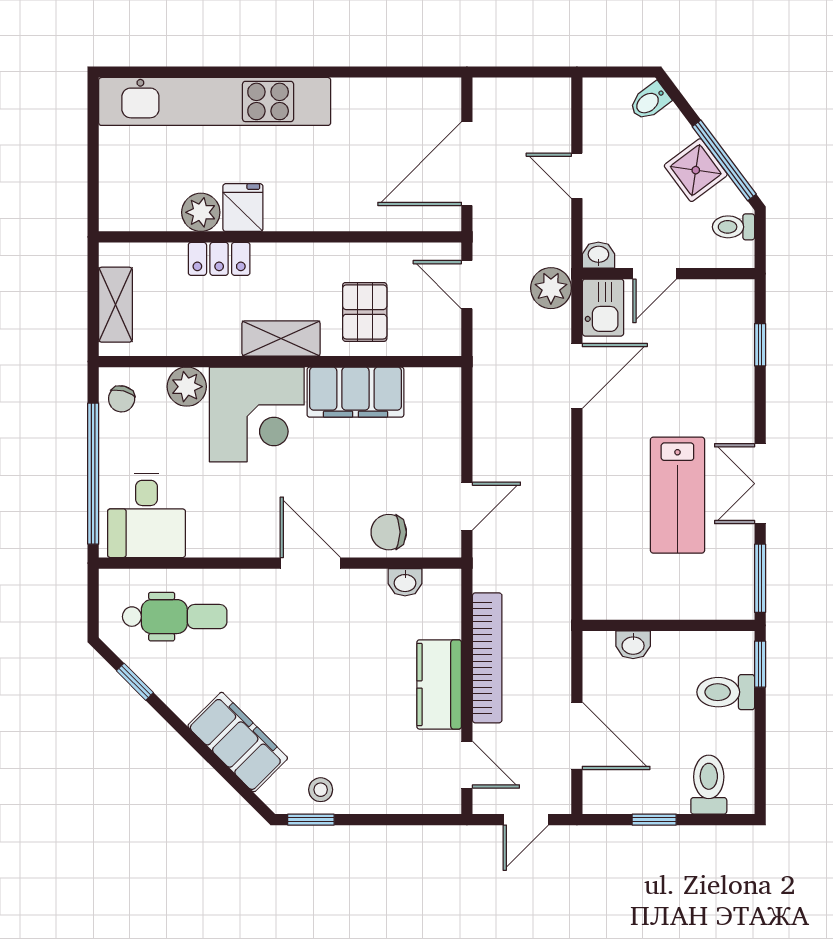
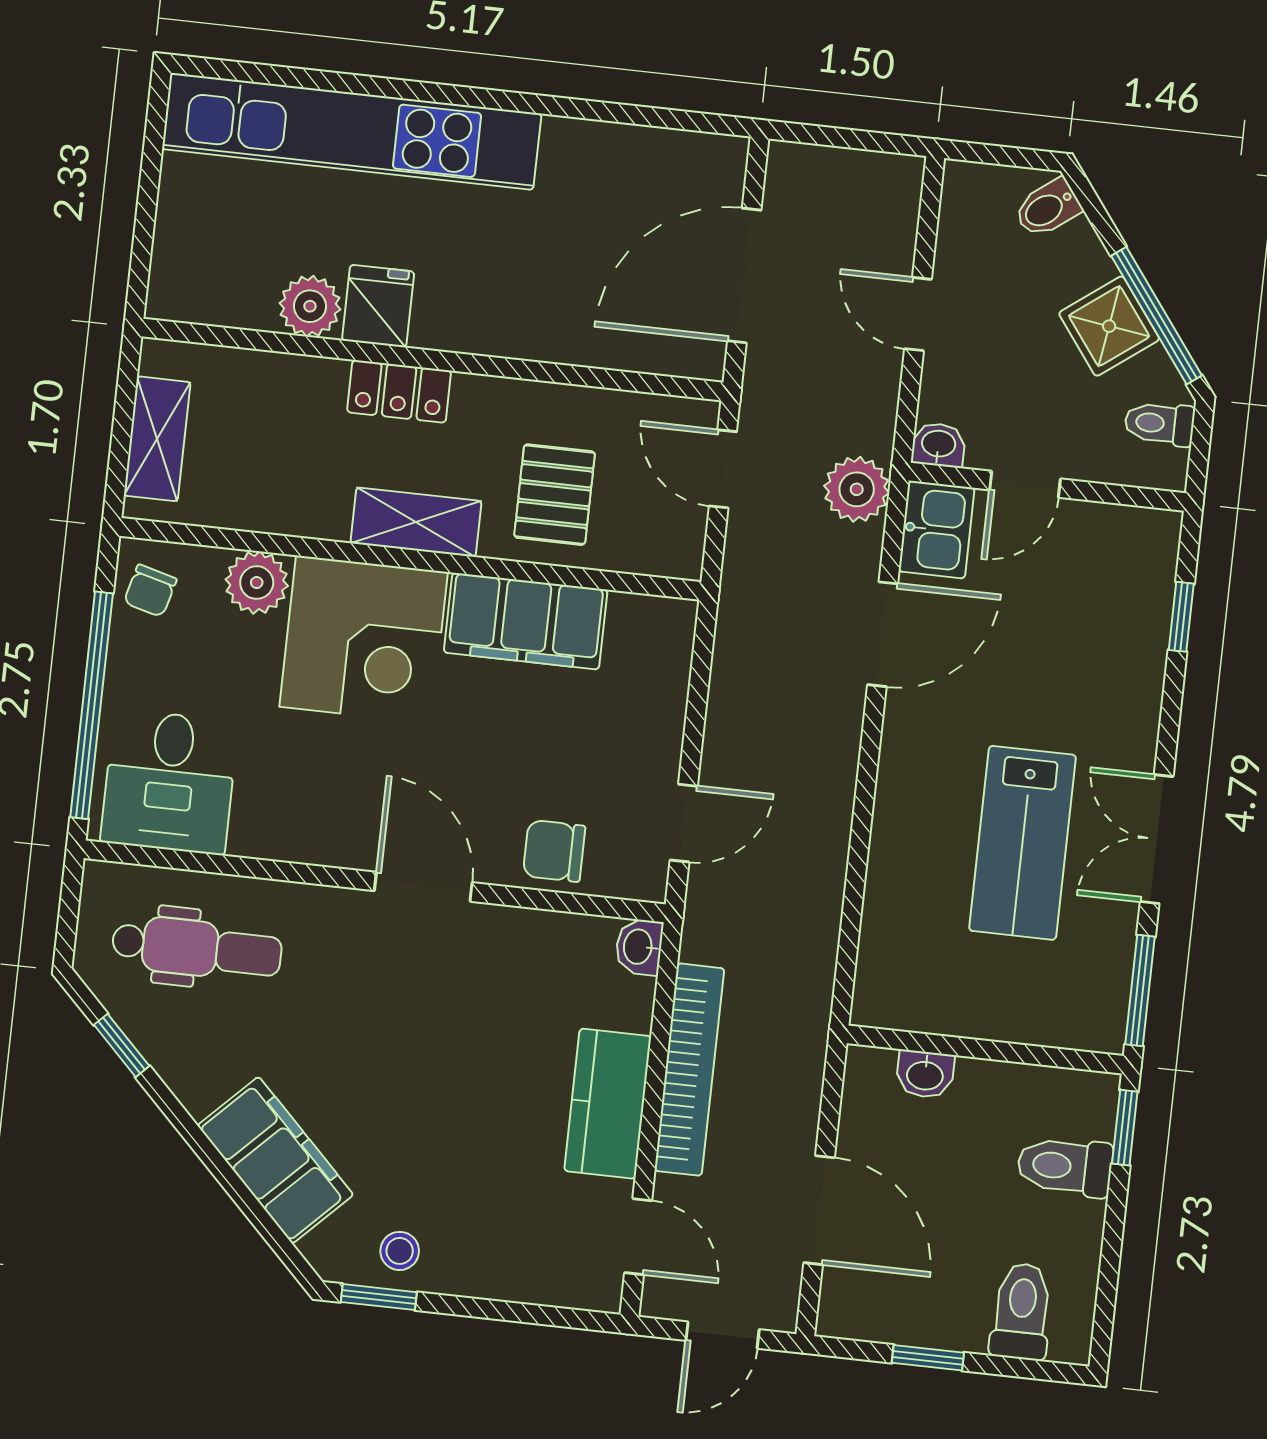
locker: (219, 259) -> (399, 391), moved
washbasin: (405, 582) -> (639, 947), moved, turned 90

